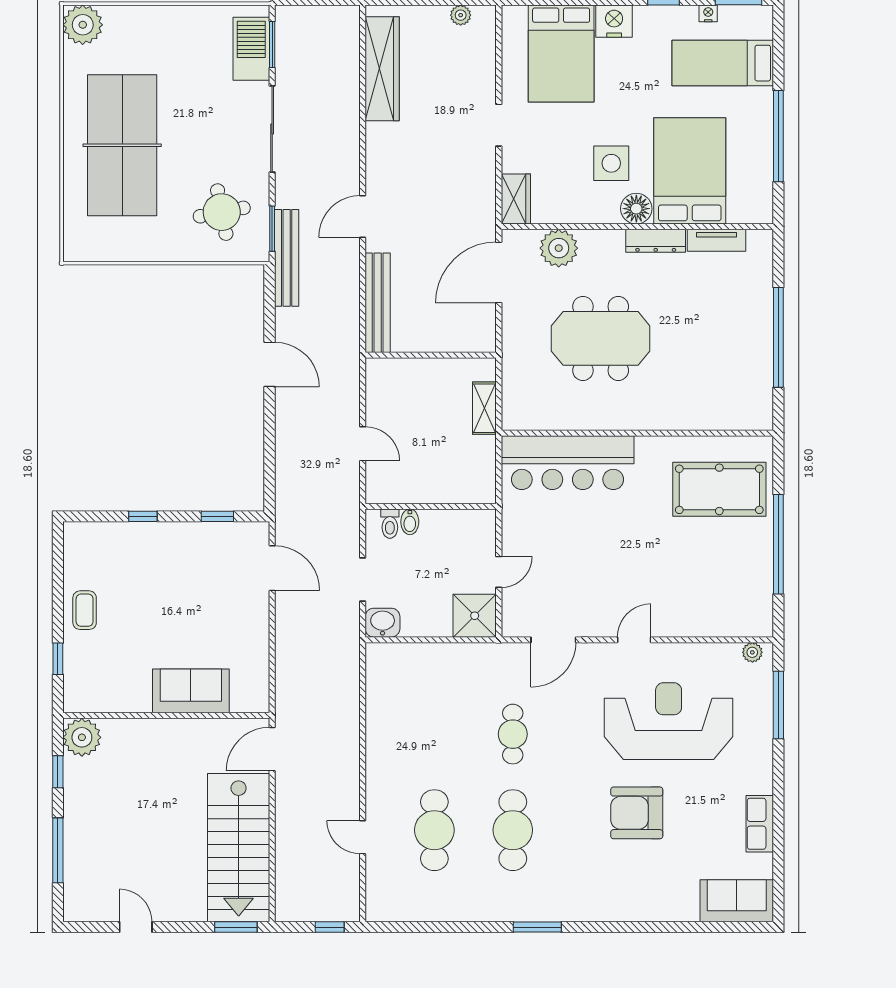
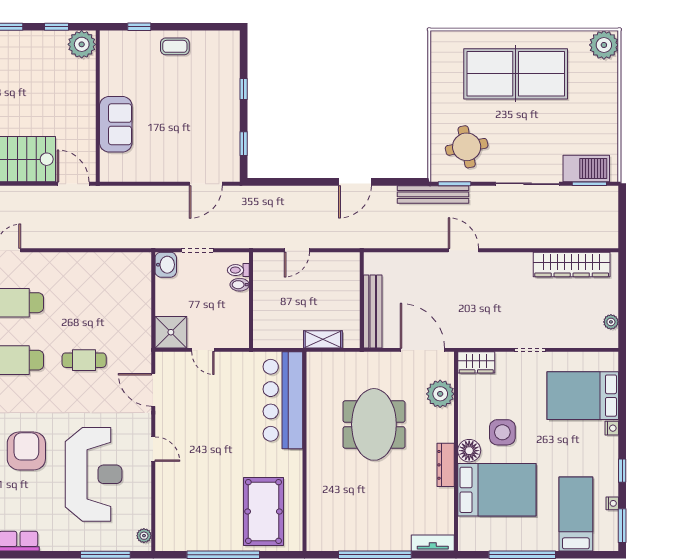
nightstand: (614, 21) -> (612, 428), width x0.53, depth x0.56
tv unit: (717, 240) -> (433, 543), moved, turned 90
bench: (378, 303) -> (373, 311), moved, turned 90

